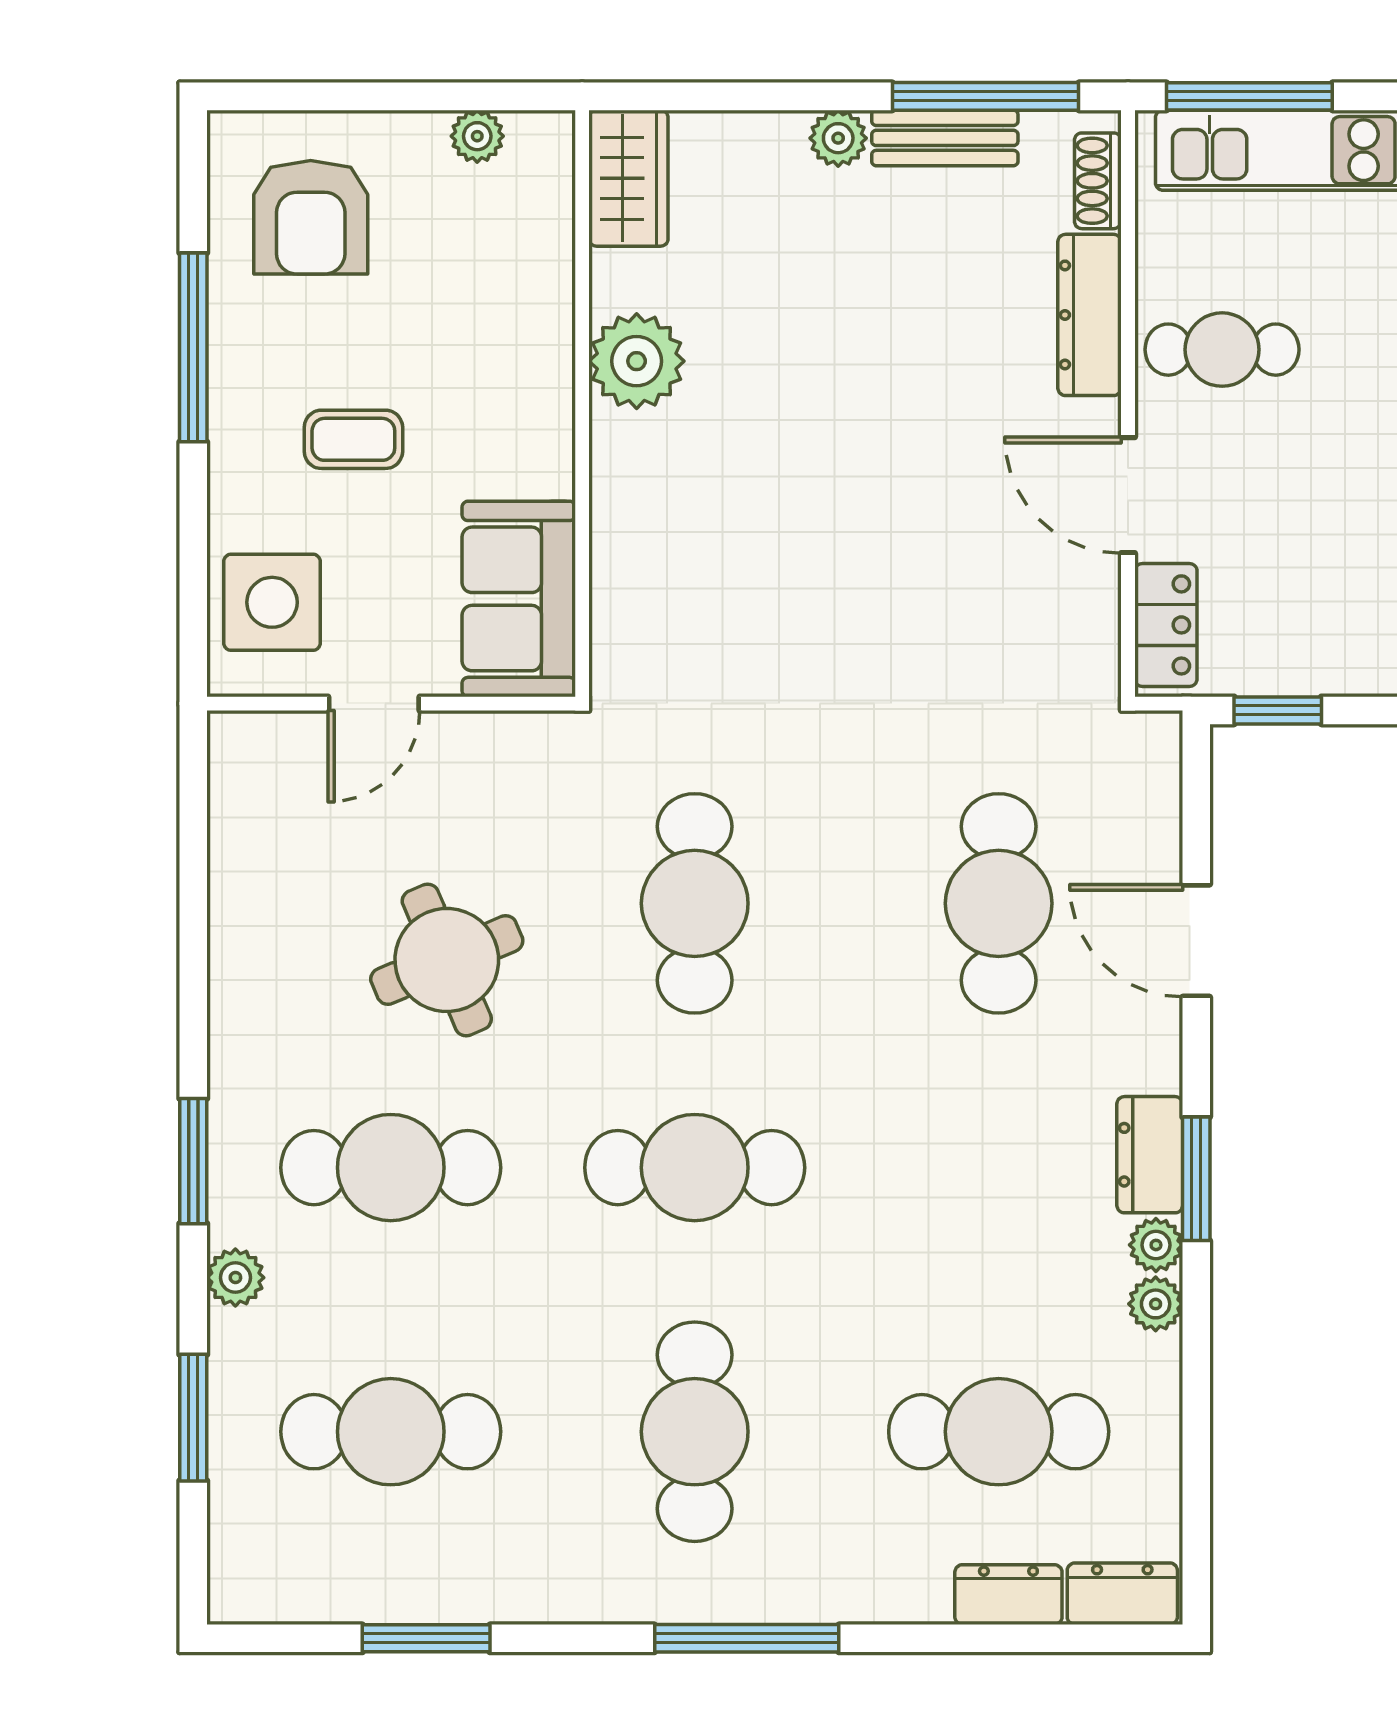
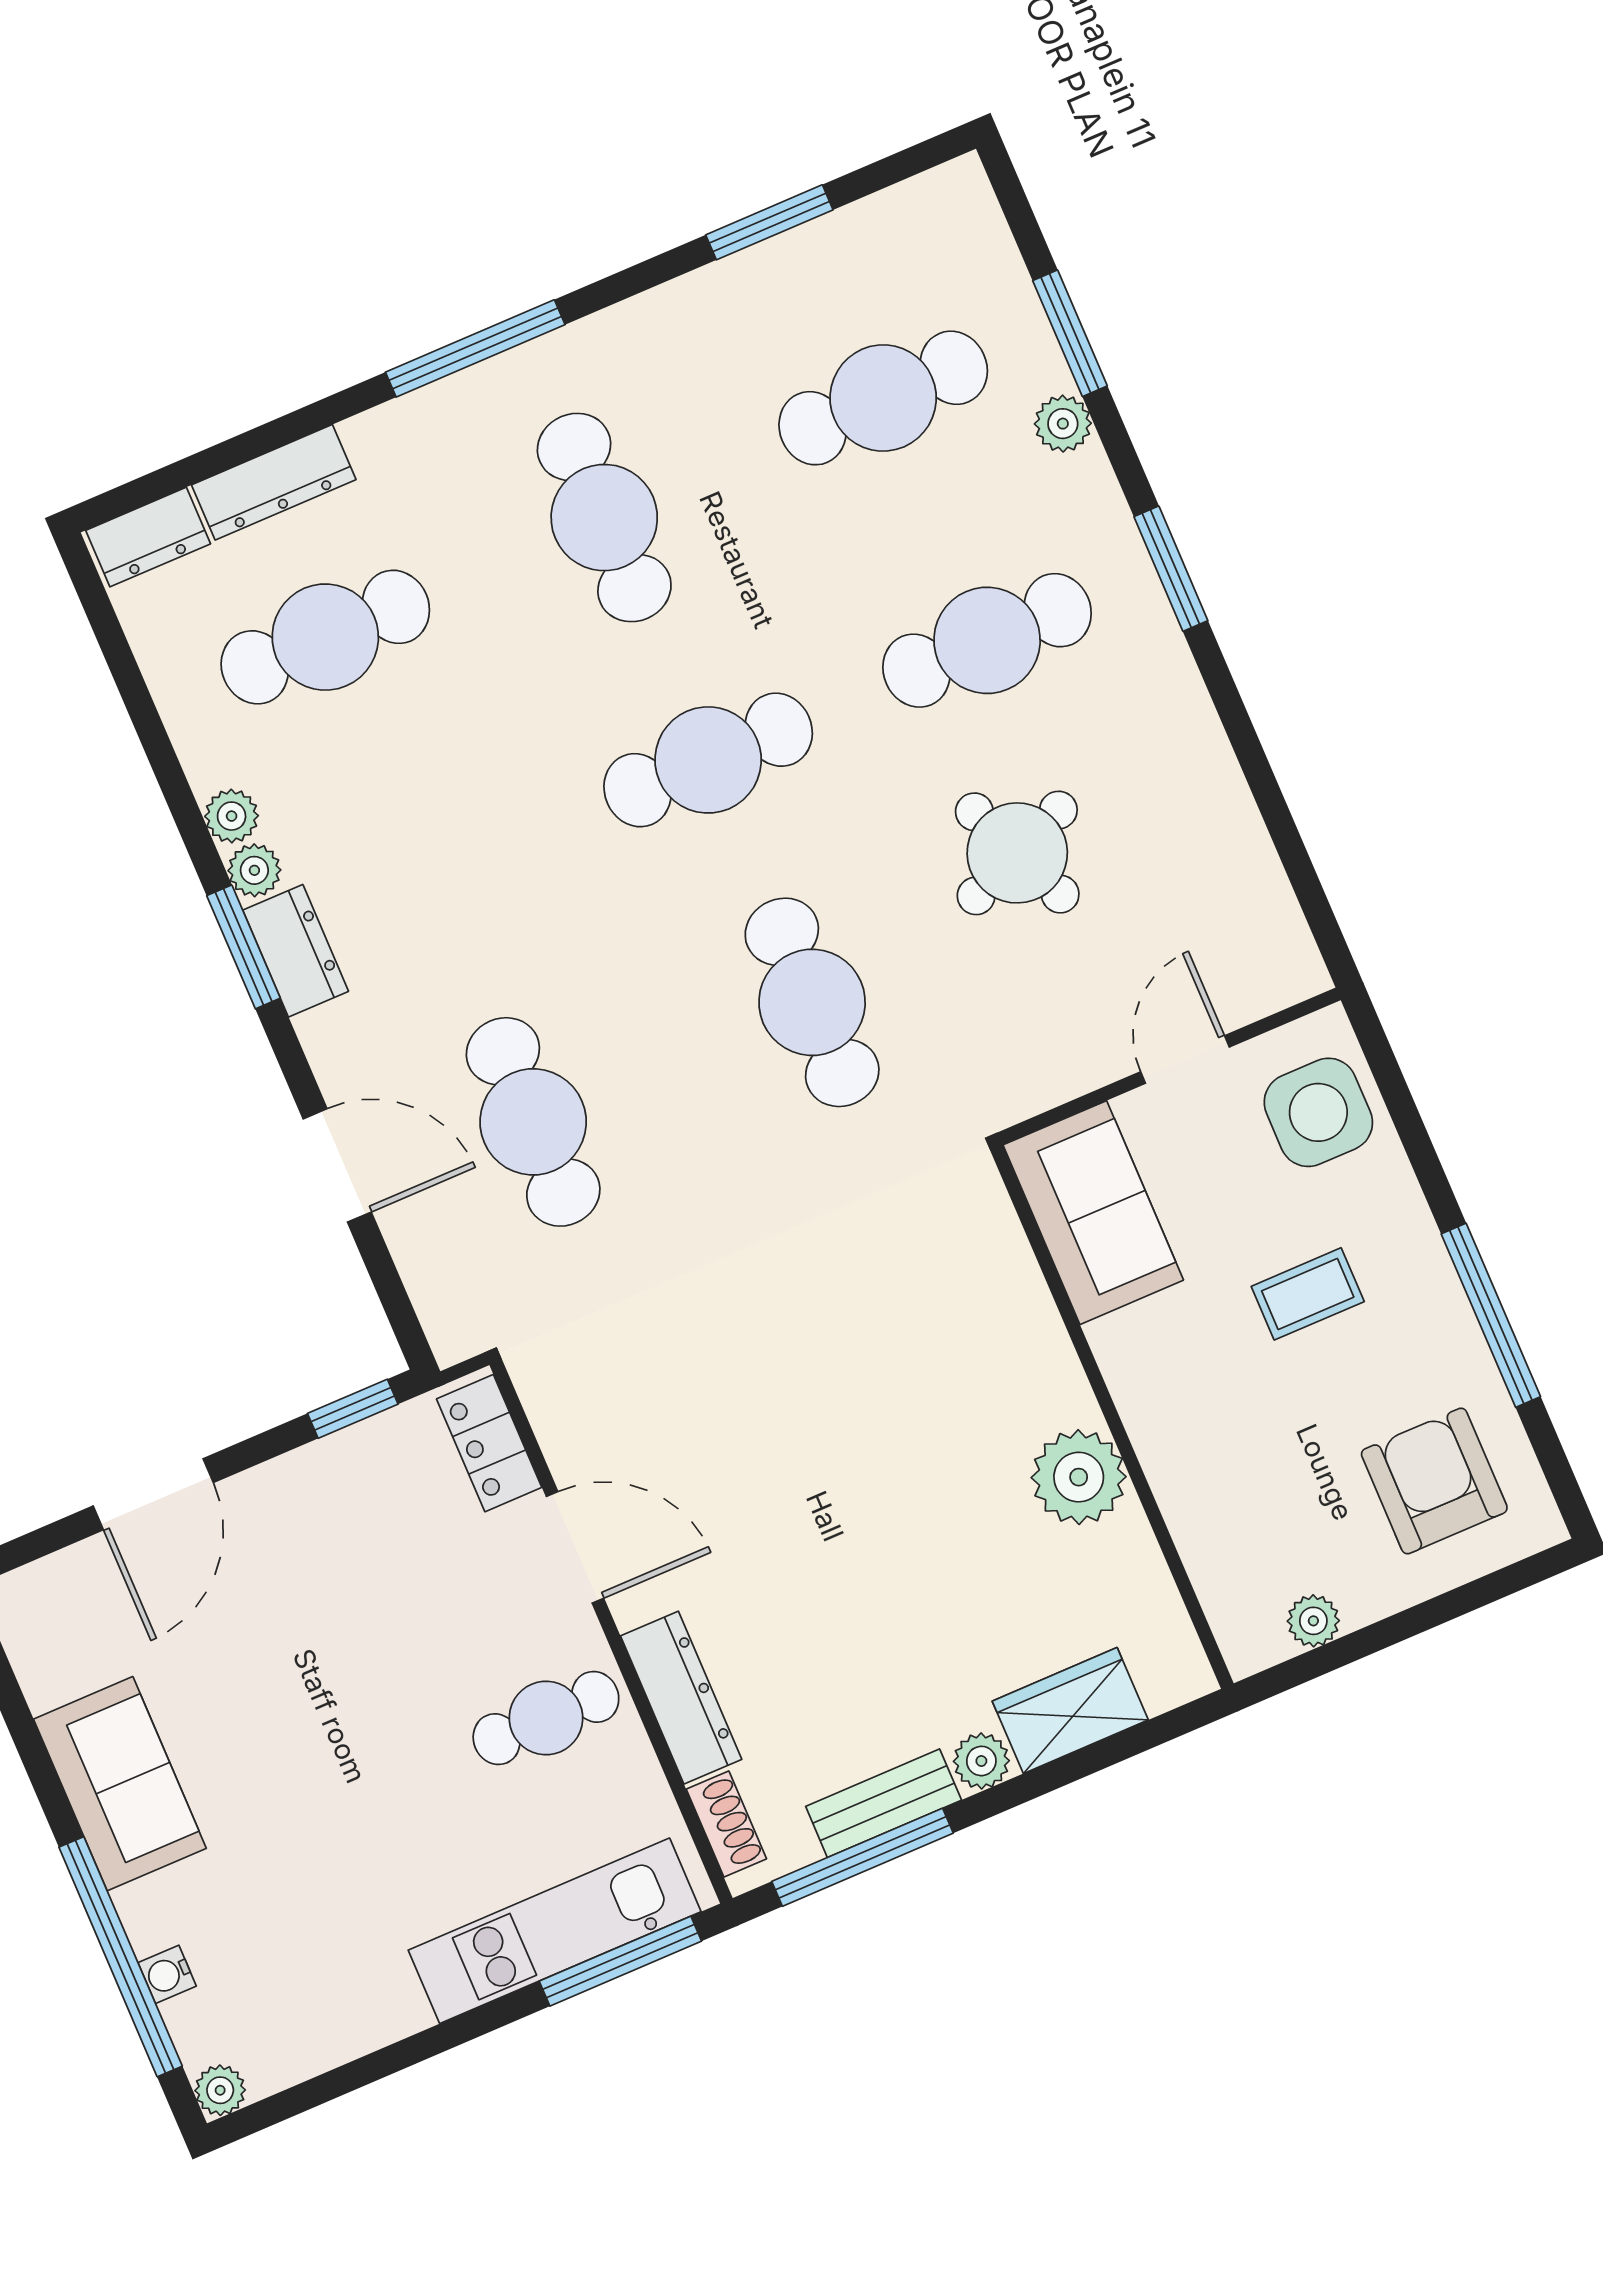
wardrobe: (628, 178) -> (1070, 1711), moved, turned 90
plant: (235, 1278) -> (1063, 424), moved
dresser: (1008, 1595) -> (274, 482), width x1.44

